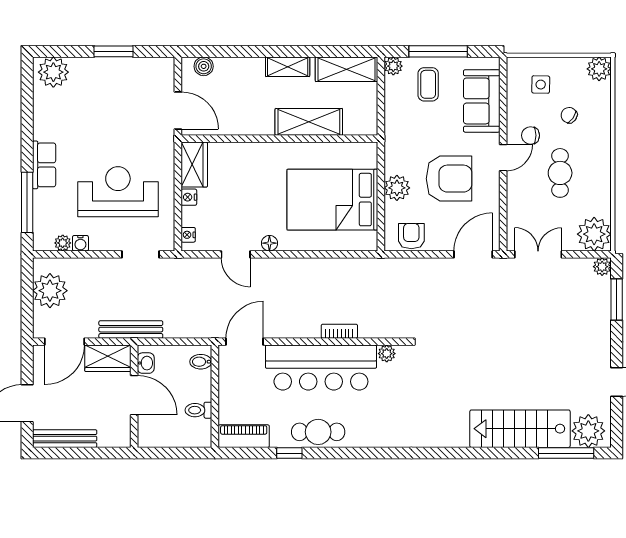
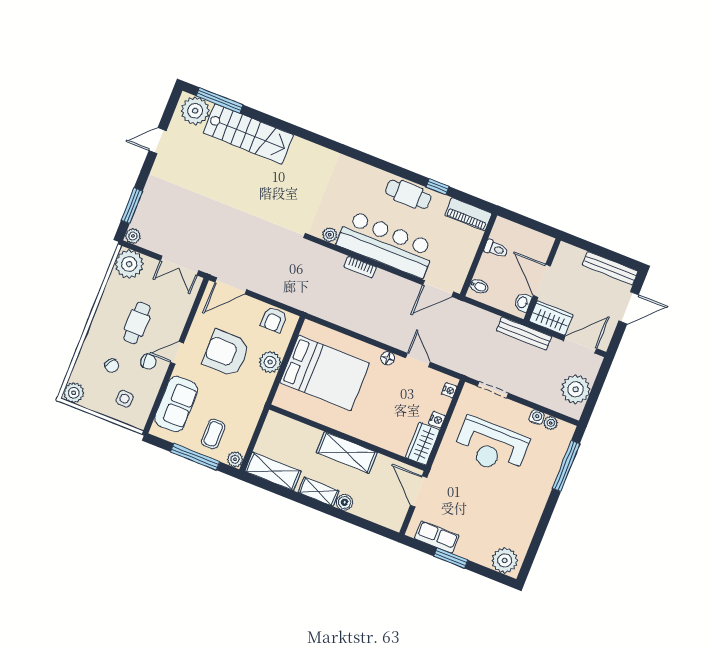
boiler: (204, 66) -> (344, 502), moved
shelving: (309, 122) -> (347, 453), moved
row of seats: (44, 165) -> (437, 537), moved, turned 90

